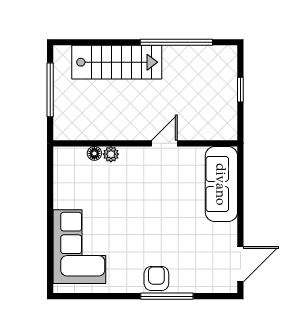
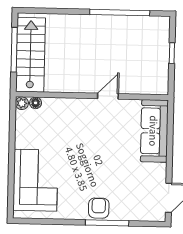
stairs: (117, 62) -> (30, 55), moved, turned -90
floor lamp: (94, 153) -> (36, 103), moved
plant: (111, 154) -> (22, 103), moved

